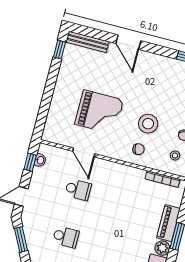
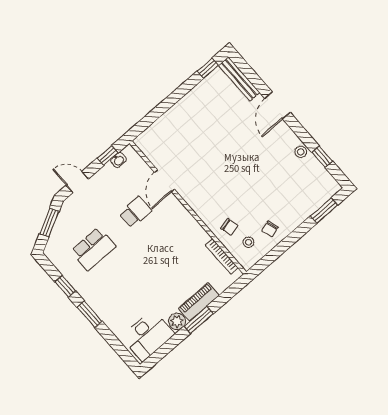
grand piano: (99, 112) -> (205, 153), removed
stool: (148, 124) -> (301, 152), moved, width x0.53, depth x0.53
chair: (138, 149) -> (229, 227), moved
school desk: (78, 190) -> (135, 212), turned -90
school desk: (66, 237) -> (93, 249), width x1.85

